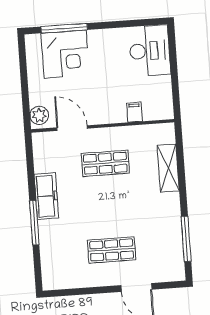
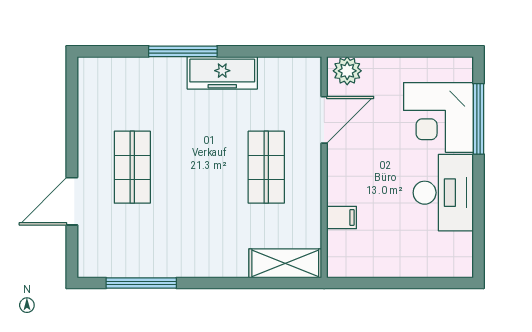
desk: (150, 51) -> (443, 193), moved, turned -90
shelving: (168, 168) -> (285, 263), moved

